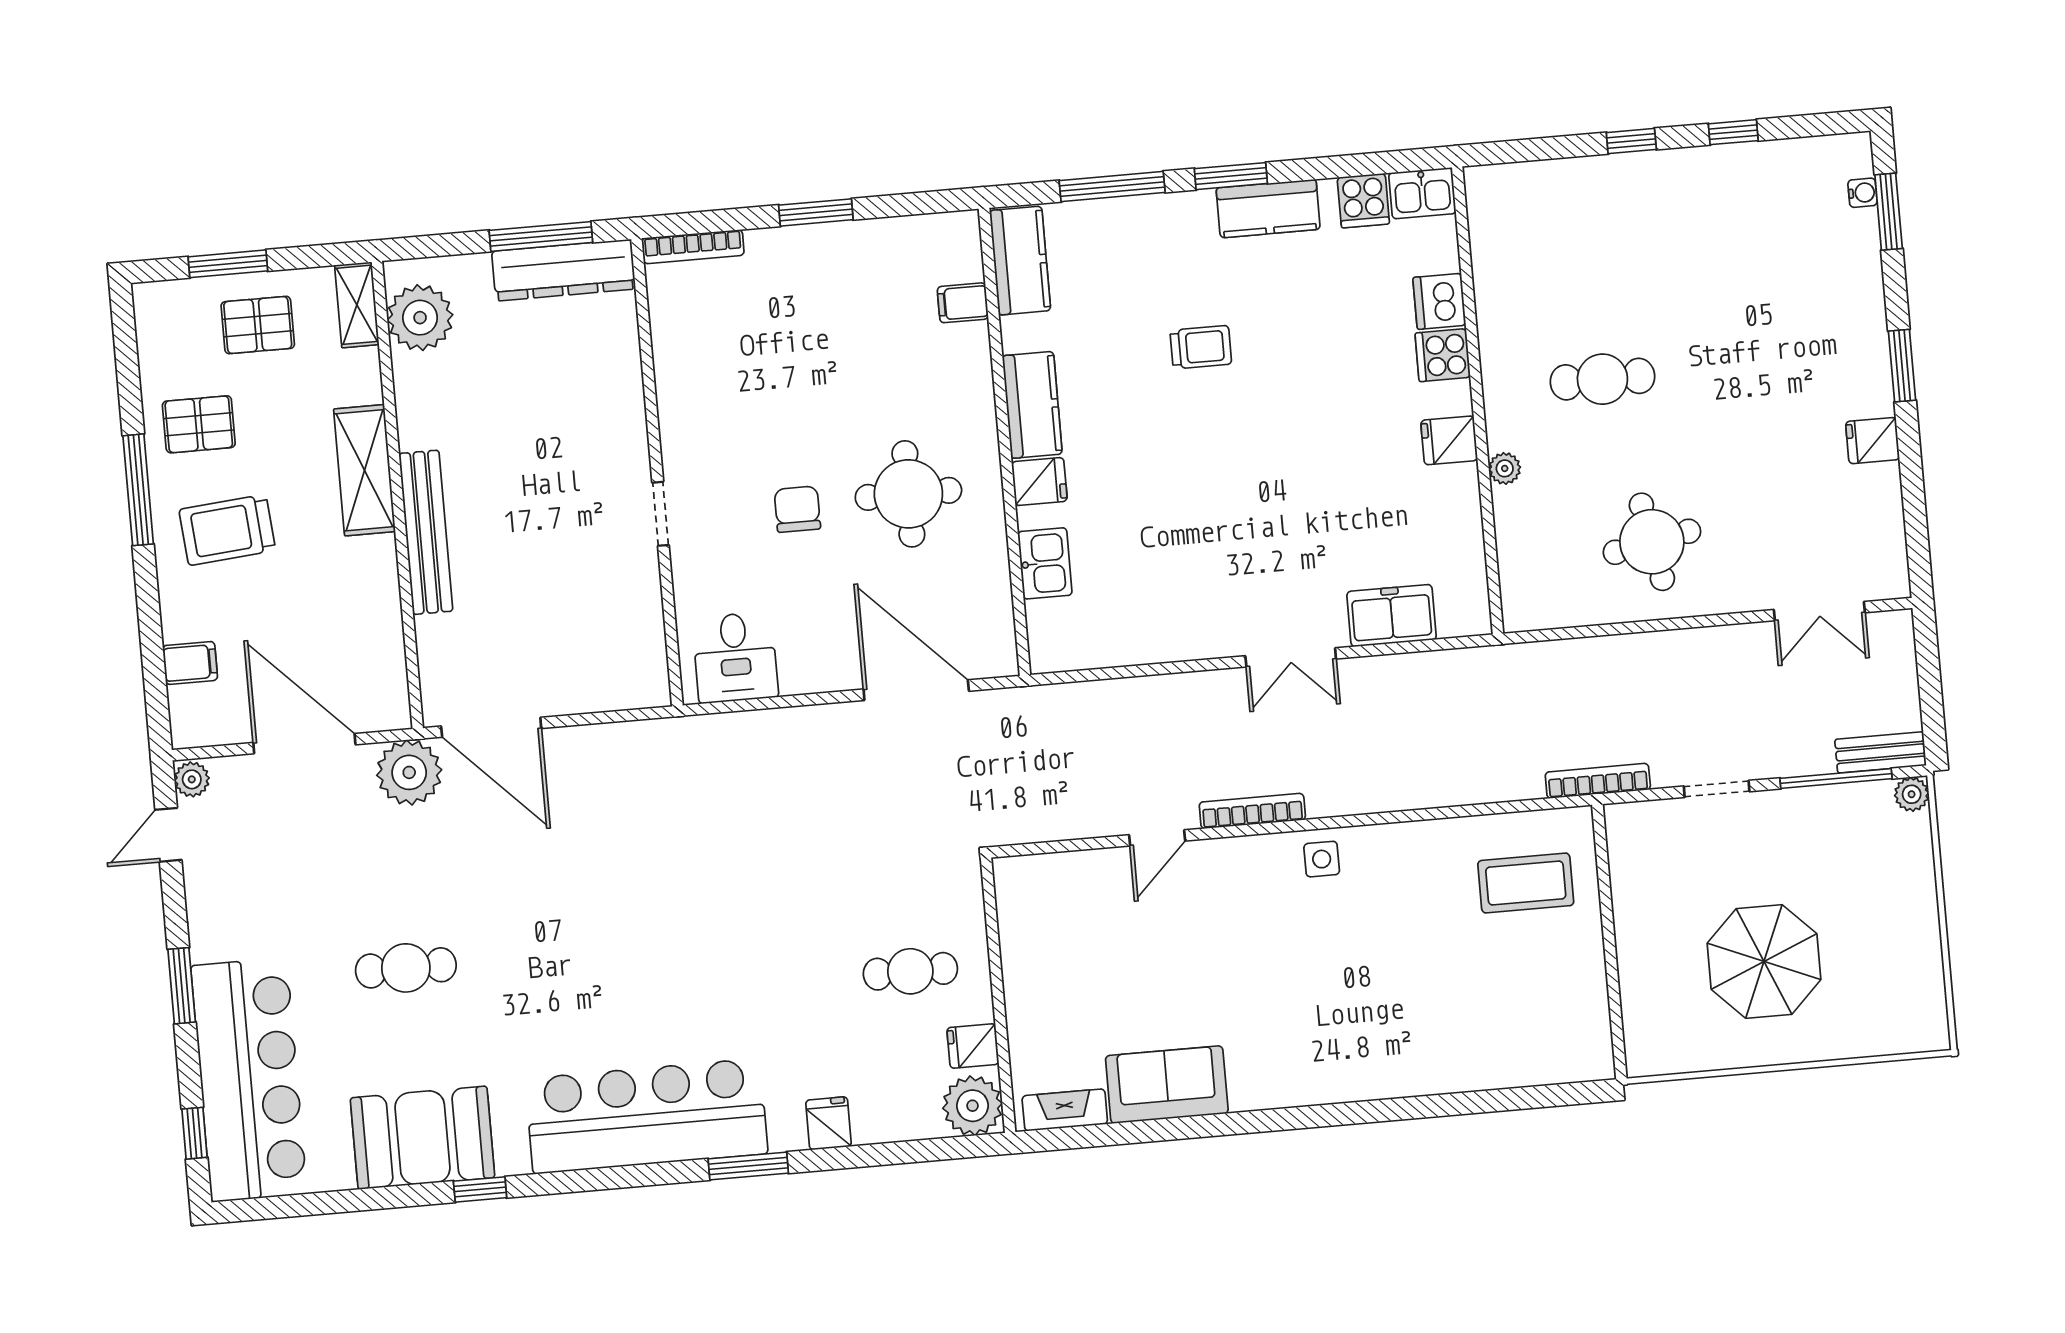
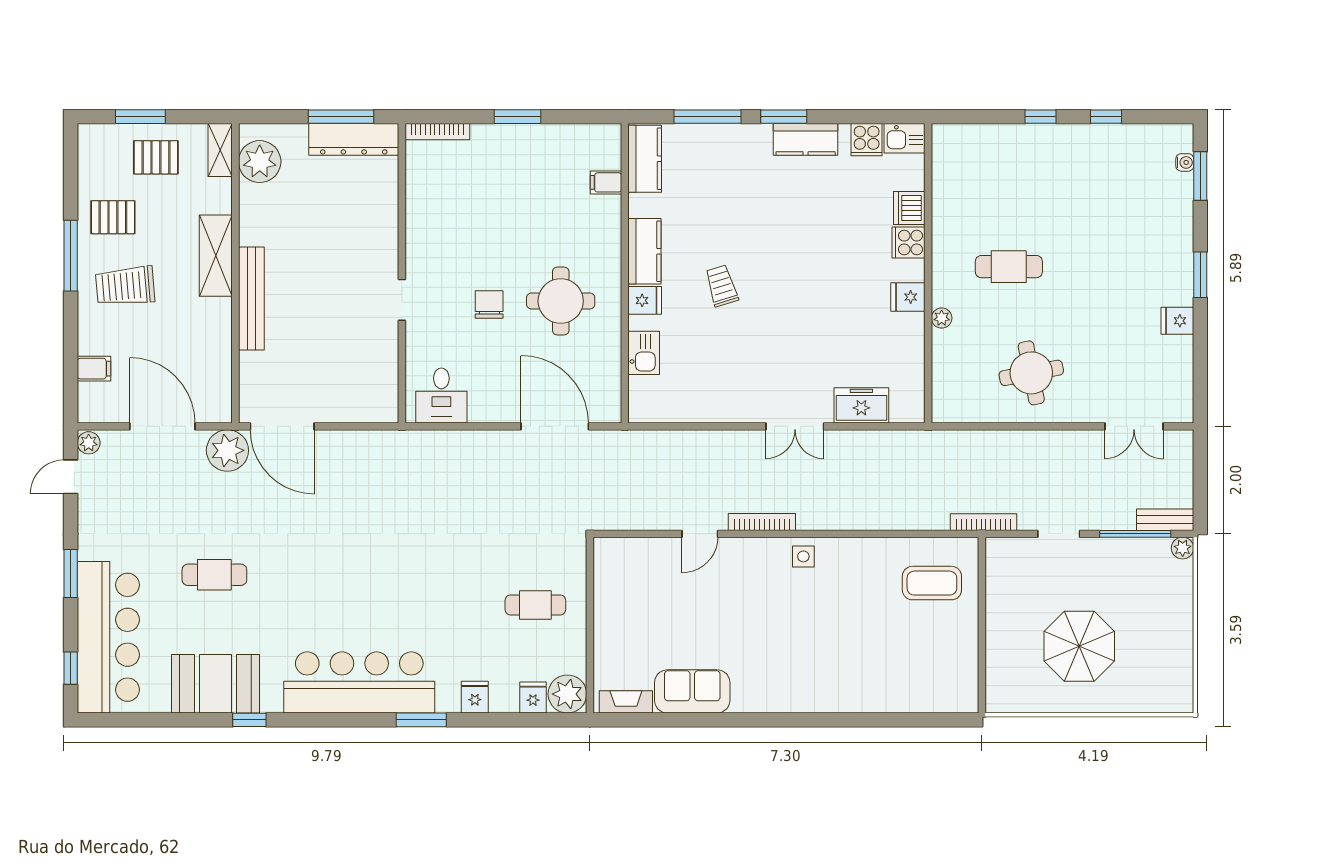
trolley: (1201, 347) -> (722, 286), moved, turned -107
fridge: (973, 1046) -> (533, 698), moved, turned 90

